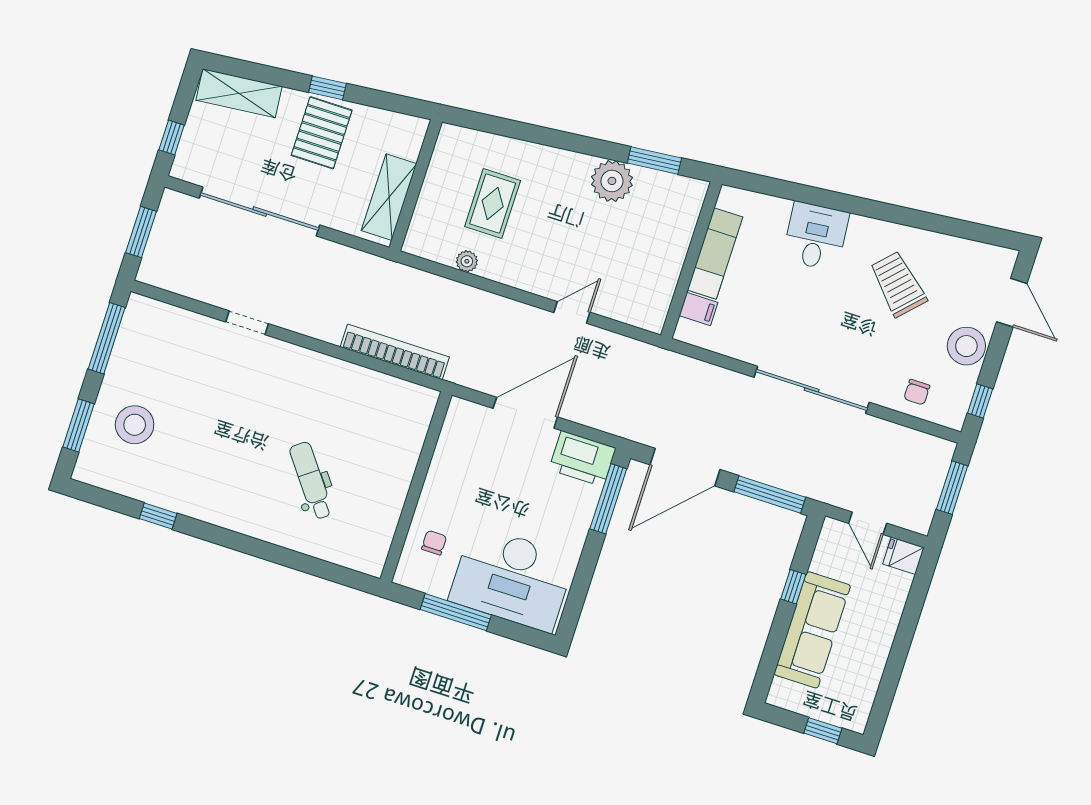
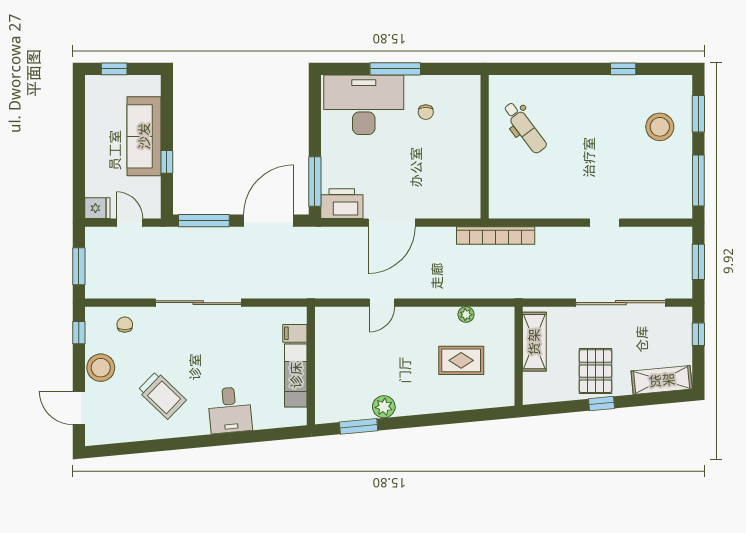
plant: (612, 181) -> (384, 407), width x0.73, depth x0.73
rug: (493, 203) -> (461, 360), turned 90
wall: (416, 487) -> (485, 147), moved

